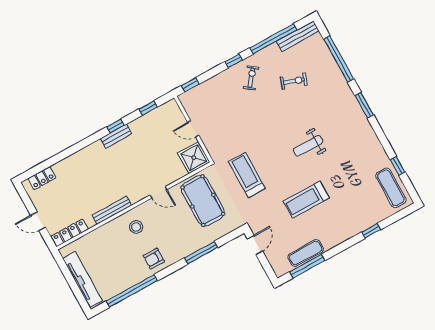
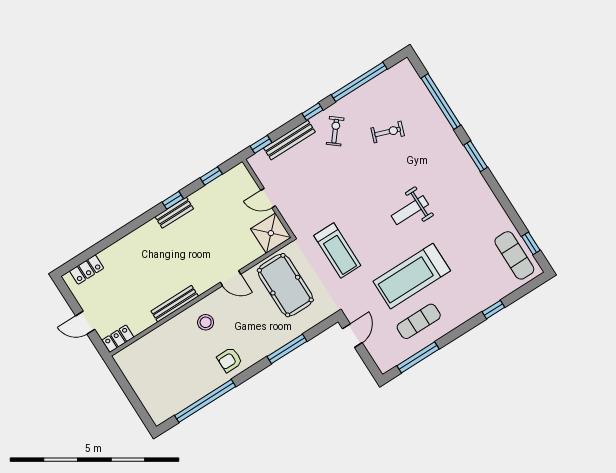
bench: (298, 36) -> (289, 140), moved
window: (398, 166) -> (531, 243), moved
treadmill: (247, 175) -> (337, 251), turned 180
treadmill: (306, 200) -> (412, 276), width x1.37, depth x1.38
locker: (70, 233) -> (118, 339), width x0.66
exercise mat: (306, 253) -> (419, 321), moved
tv unit: (82, 279) -> (144, 391), removed

